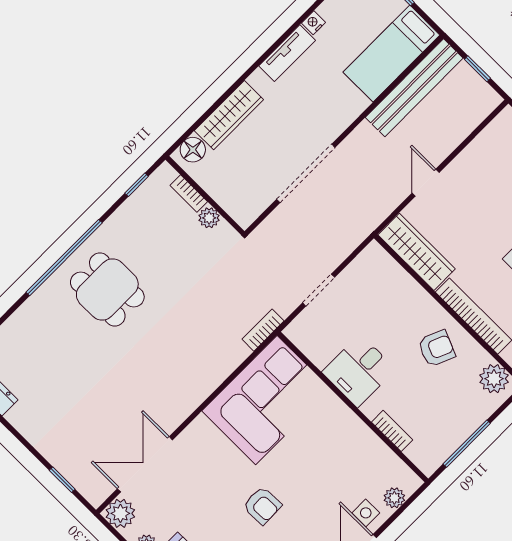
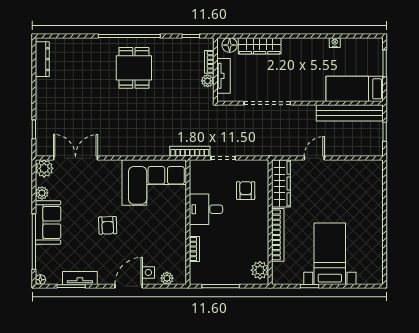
tv unit: (287, 53) -> (224, 76), moved, turned -90
bookcase: (263, 330) -> (190, 151), width x1.56
armchair: (437, 348) -> (246, 191), moved, turned -113

